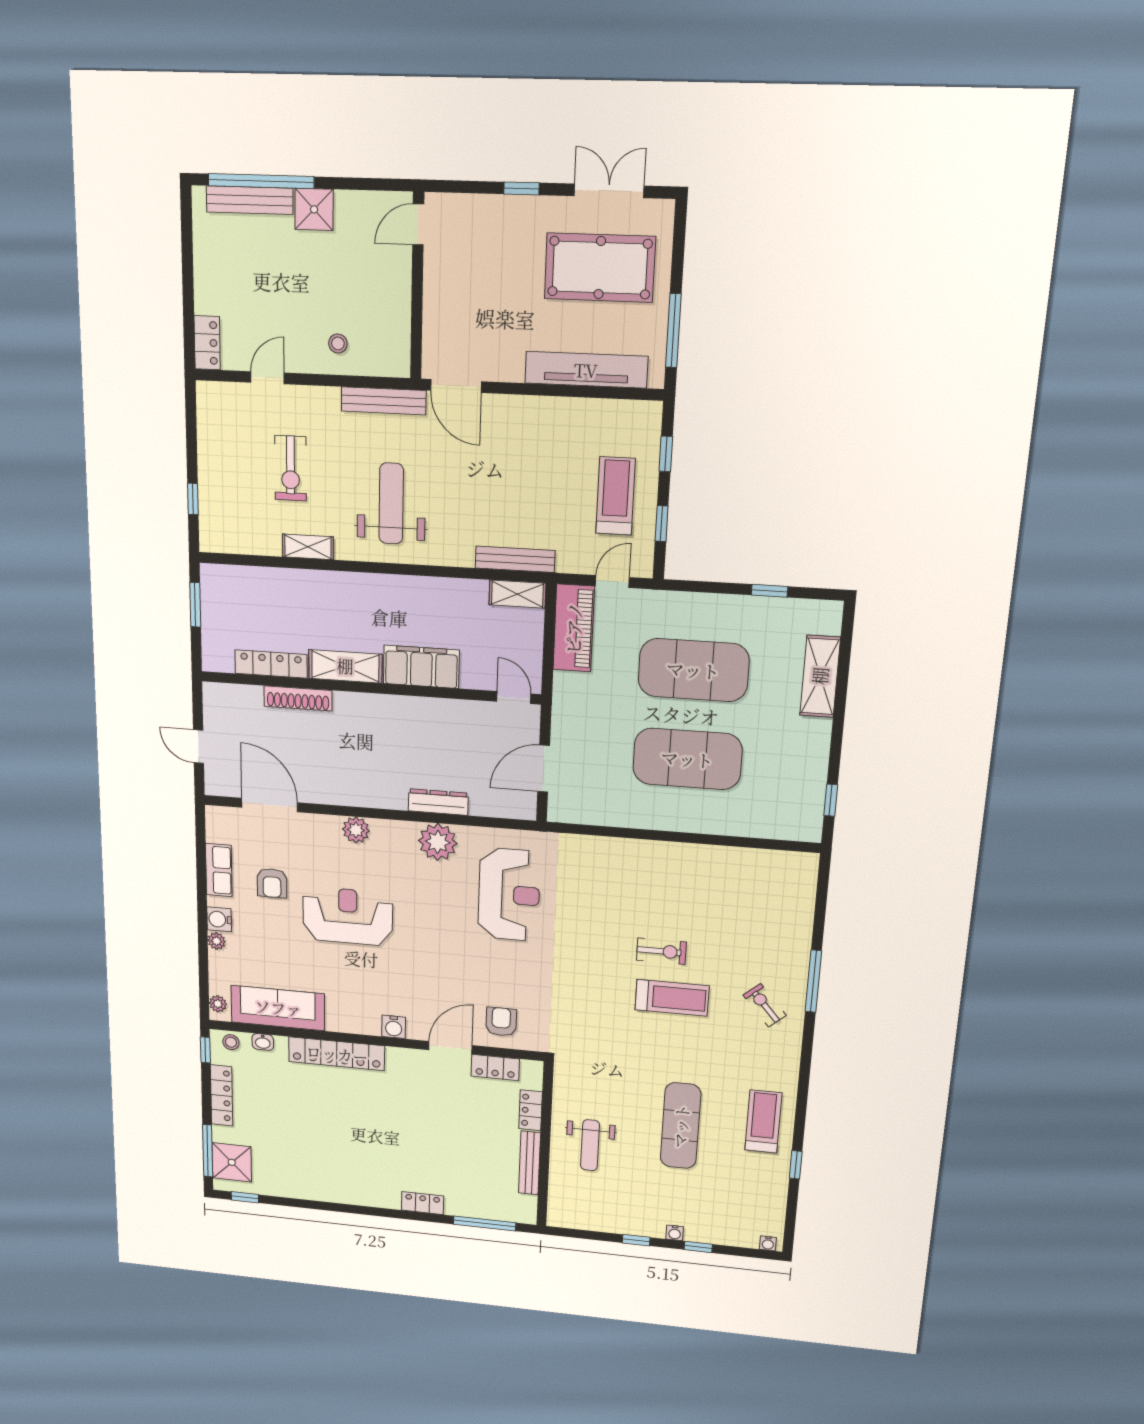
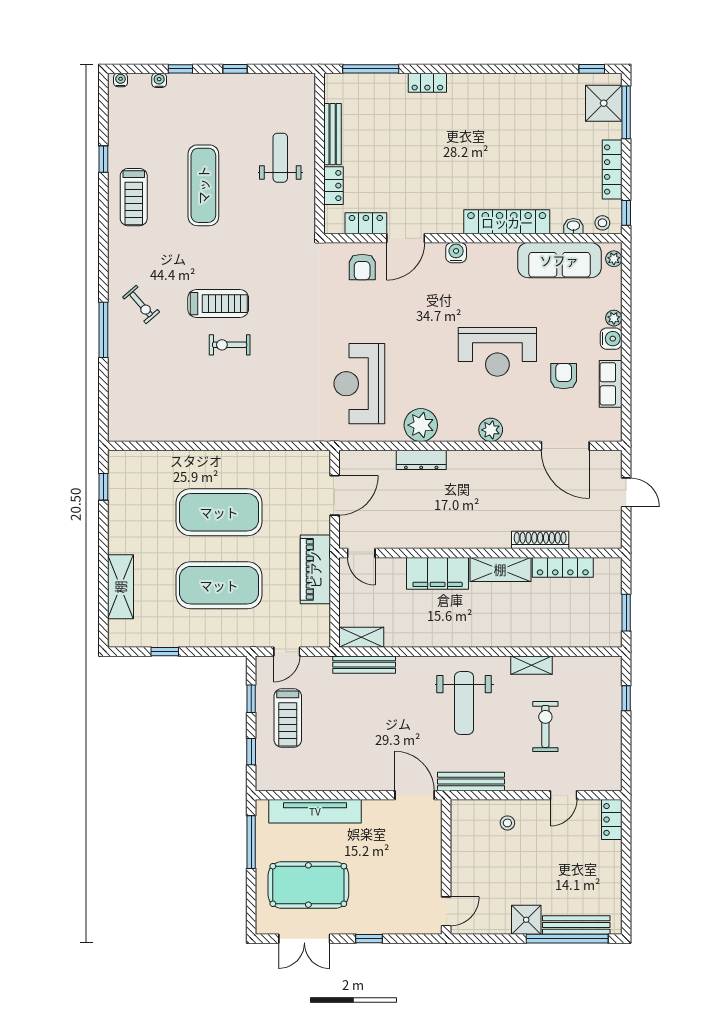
piano: (574, 628) -> (315, 569), moved
treadmill: (672, 998) -> (218, 304), turned 180
water cooler: (675, 1233) -> (159, 80), moved

